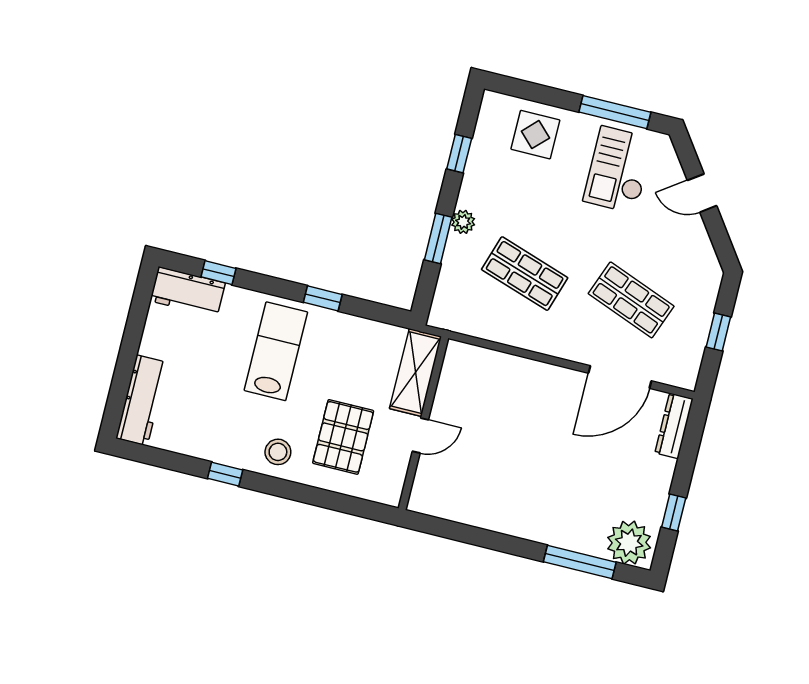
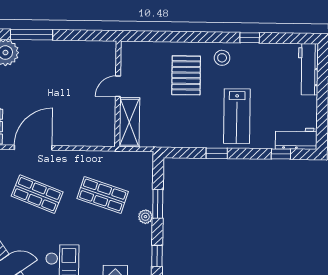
shelving: (415, 373) -> (129, 122), moved
wall: (423, 423) -> (118, 94), moved
door: (420, 436) -> (118, 86), moved

